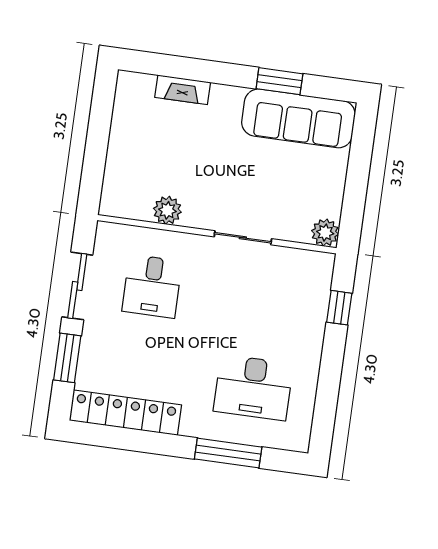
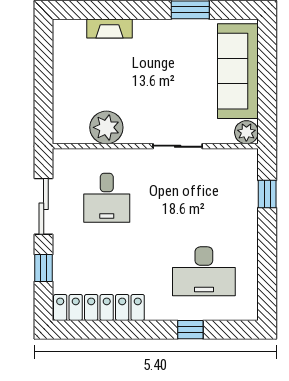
sofa: (298, 118) -> (238, 71), moved, turned 90
plant: (167, 210) -> (106, 127), width x1.36, depth x1.36
window: (67, 358) -> (44, 268), width x0.67
window: (228, 453) -> (190, 330), width x0.46

